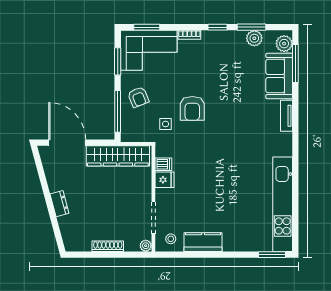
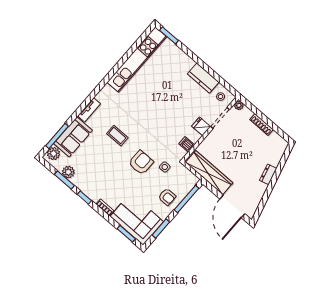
armchair: (138, 97) -> (167, 197), turned 112
coffee table: (238, 114) -> (117, 136), added
fridge: (165, 180) -> (201, 126), moved

